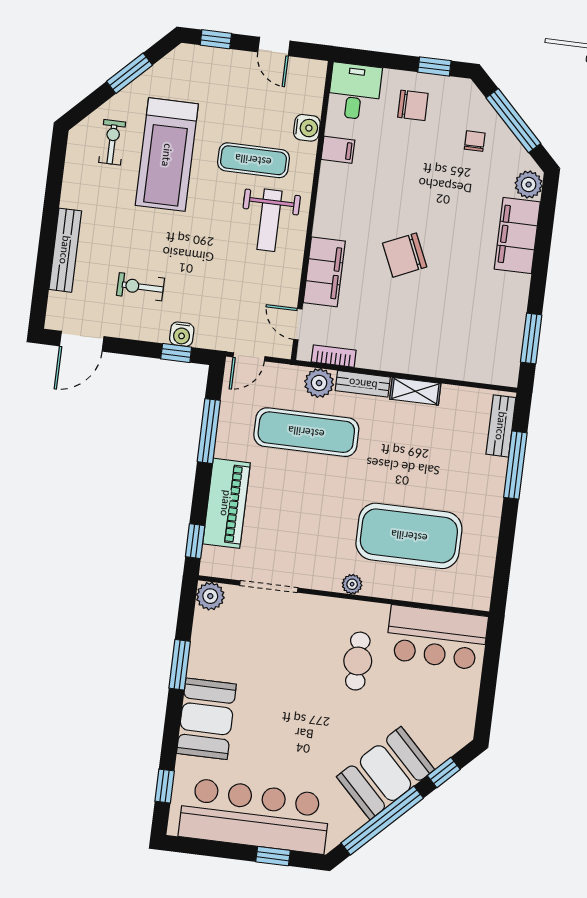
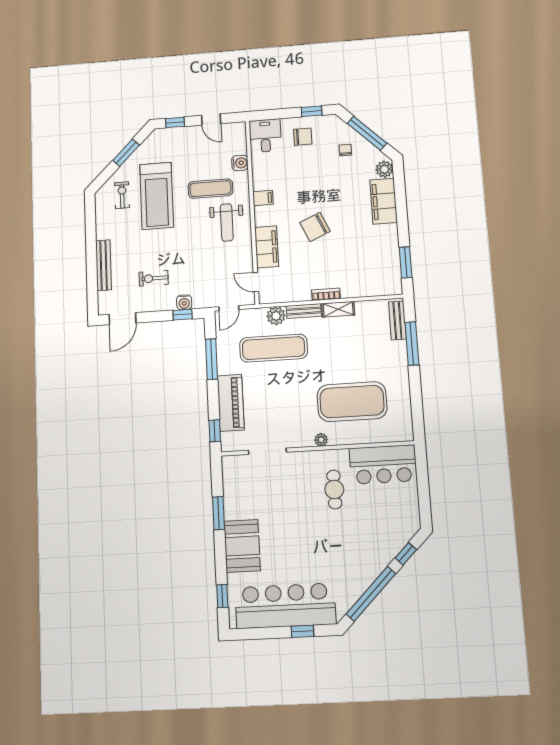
filing cabinet: (338, 150) -> (263, 198), moved
bookcase: (334, 356) -> (326, 294), moved
plant: (210, 596) -> (231, 465), removed
booth: (386, 773) -> (367, 561), removed

